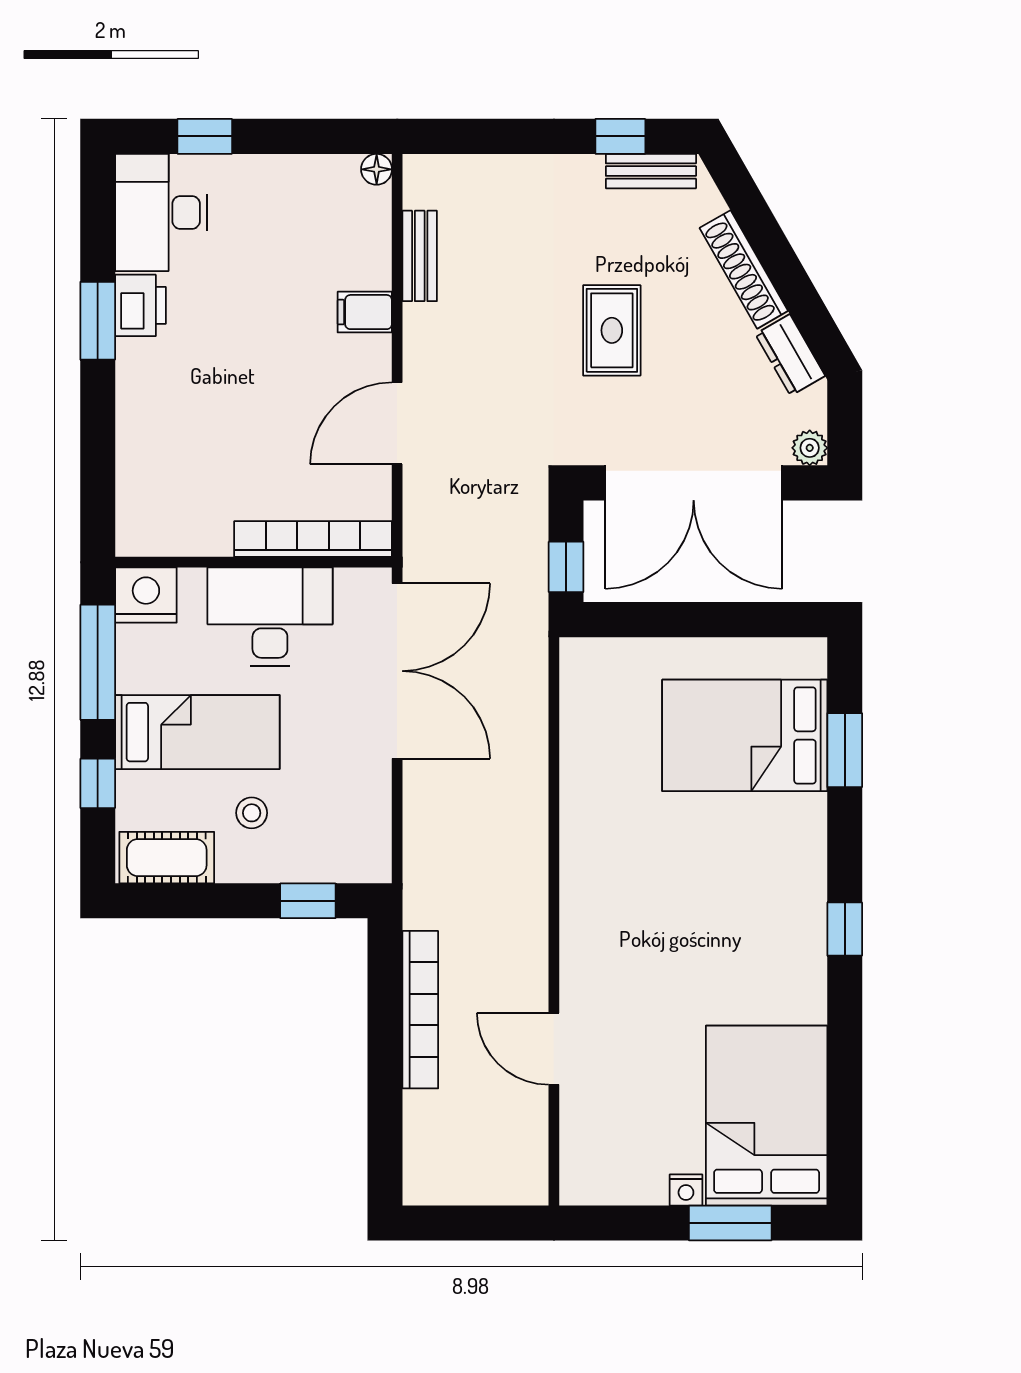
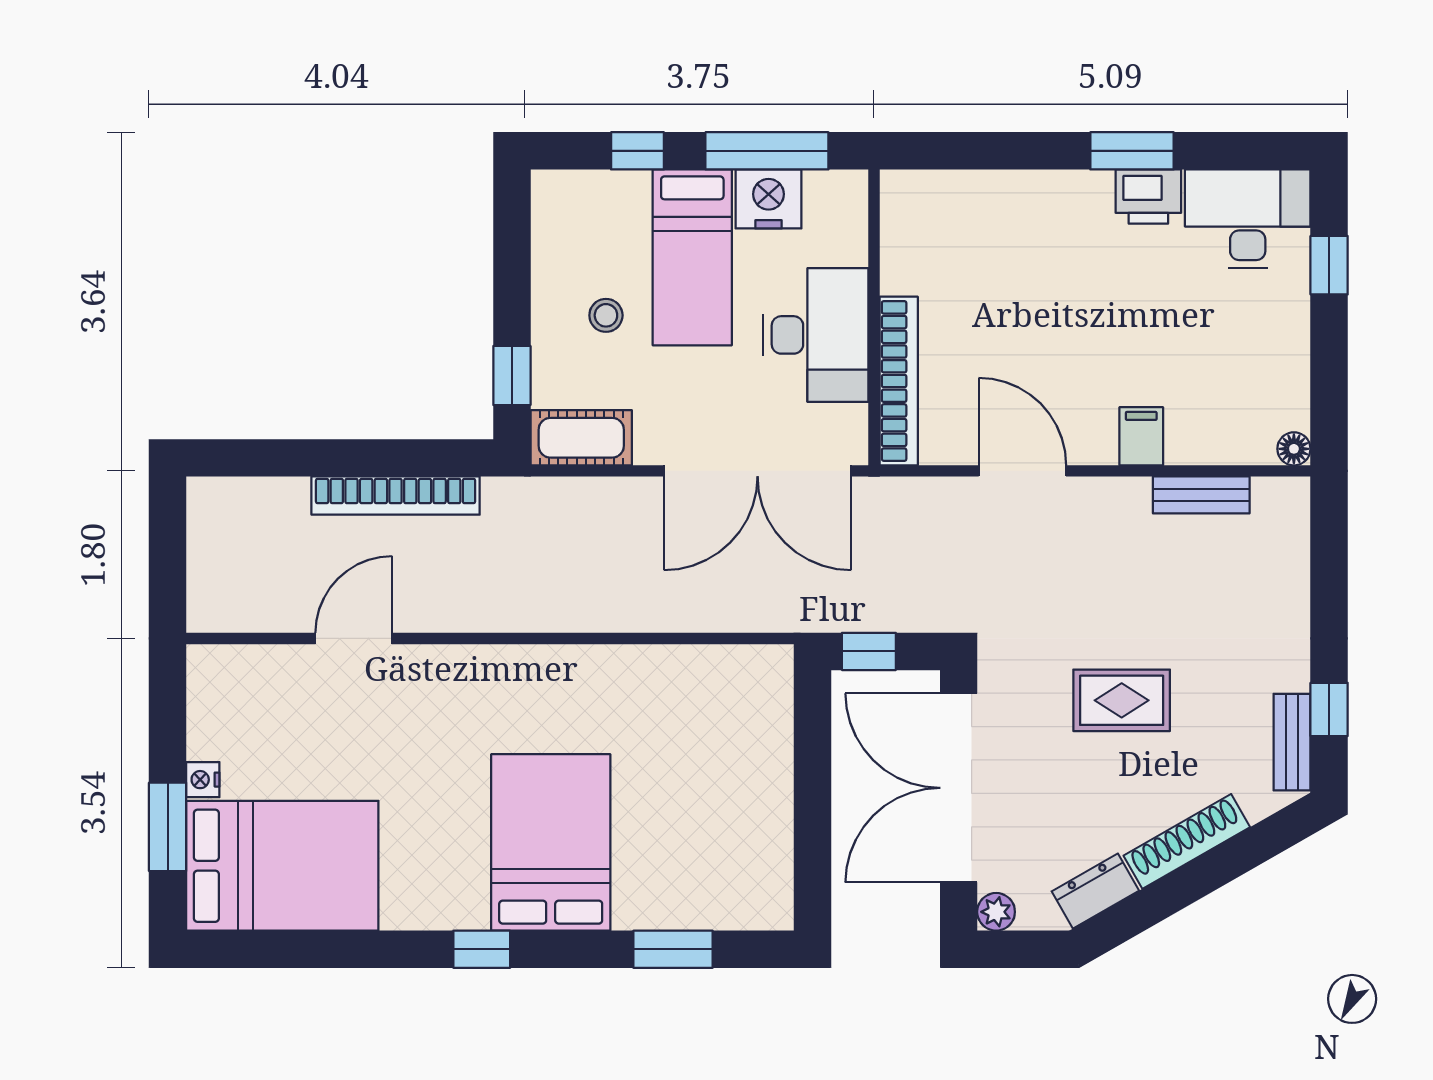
nightstand: (146, 595) -> (769, 199), moved, turned -90
bed: (745, 735) -> (551, 842), moved
cot: (167, 858) -> (581, 438), moved, turned 90

